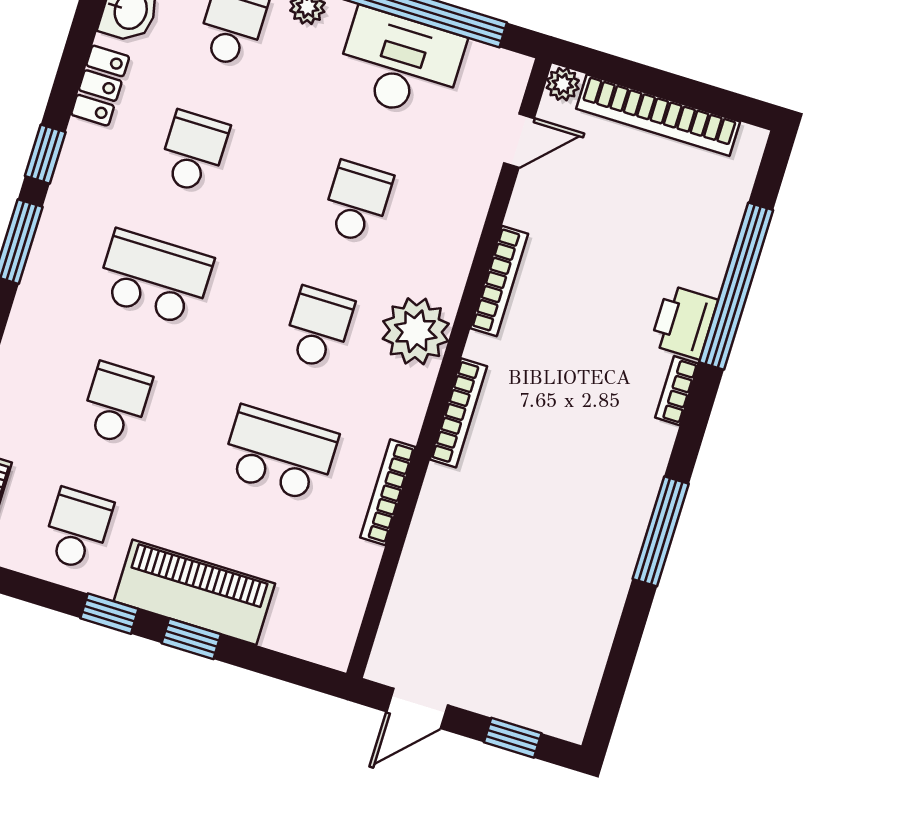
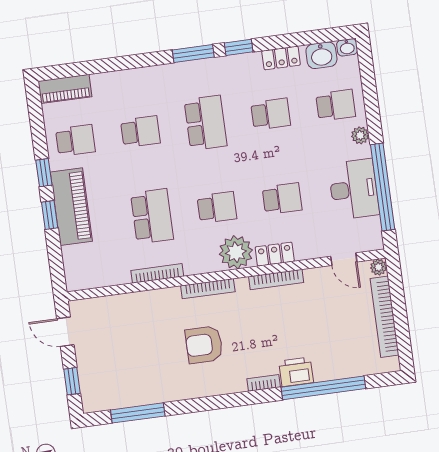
locker: (452, 262) -> (275, 254), added
armchair: (557, 467) -> (204, 345), added
window: (661, 531) -> (138, 413), moved

